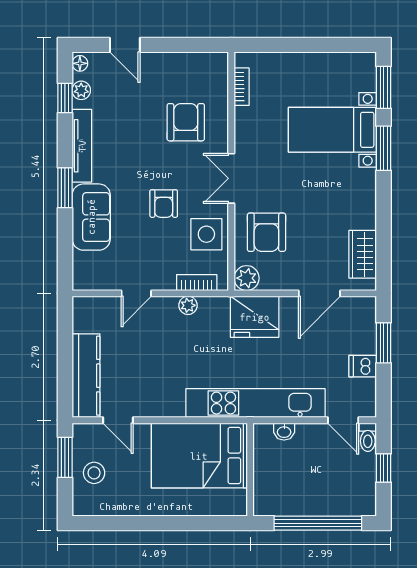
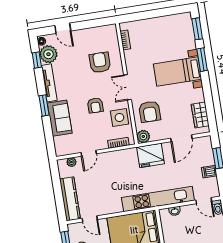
plant: (81, 90) -> (48, 54), width x1.87, depth x1.87
bed with nightstands: (332, 130) -> (177, 72), moved
plant: (188, 305) -> (71, 162), moved

